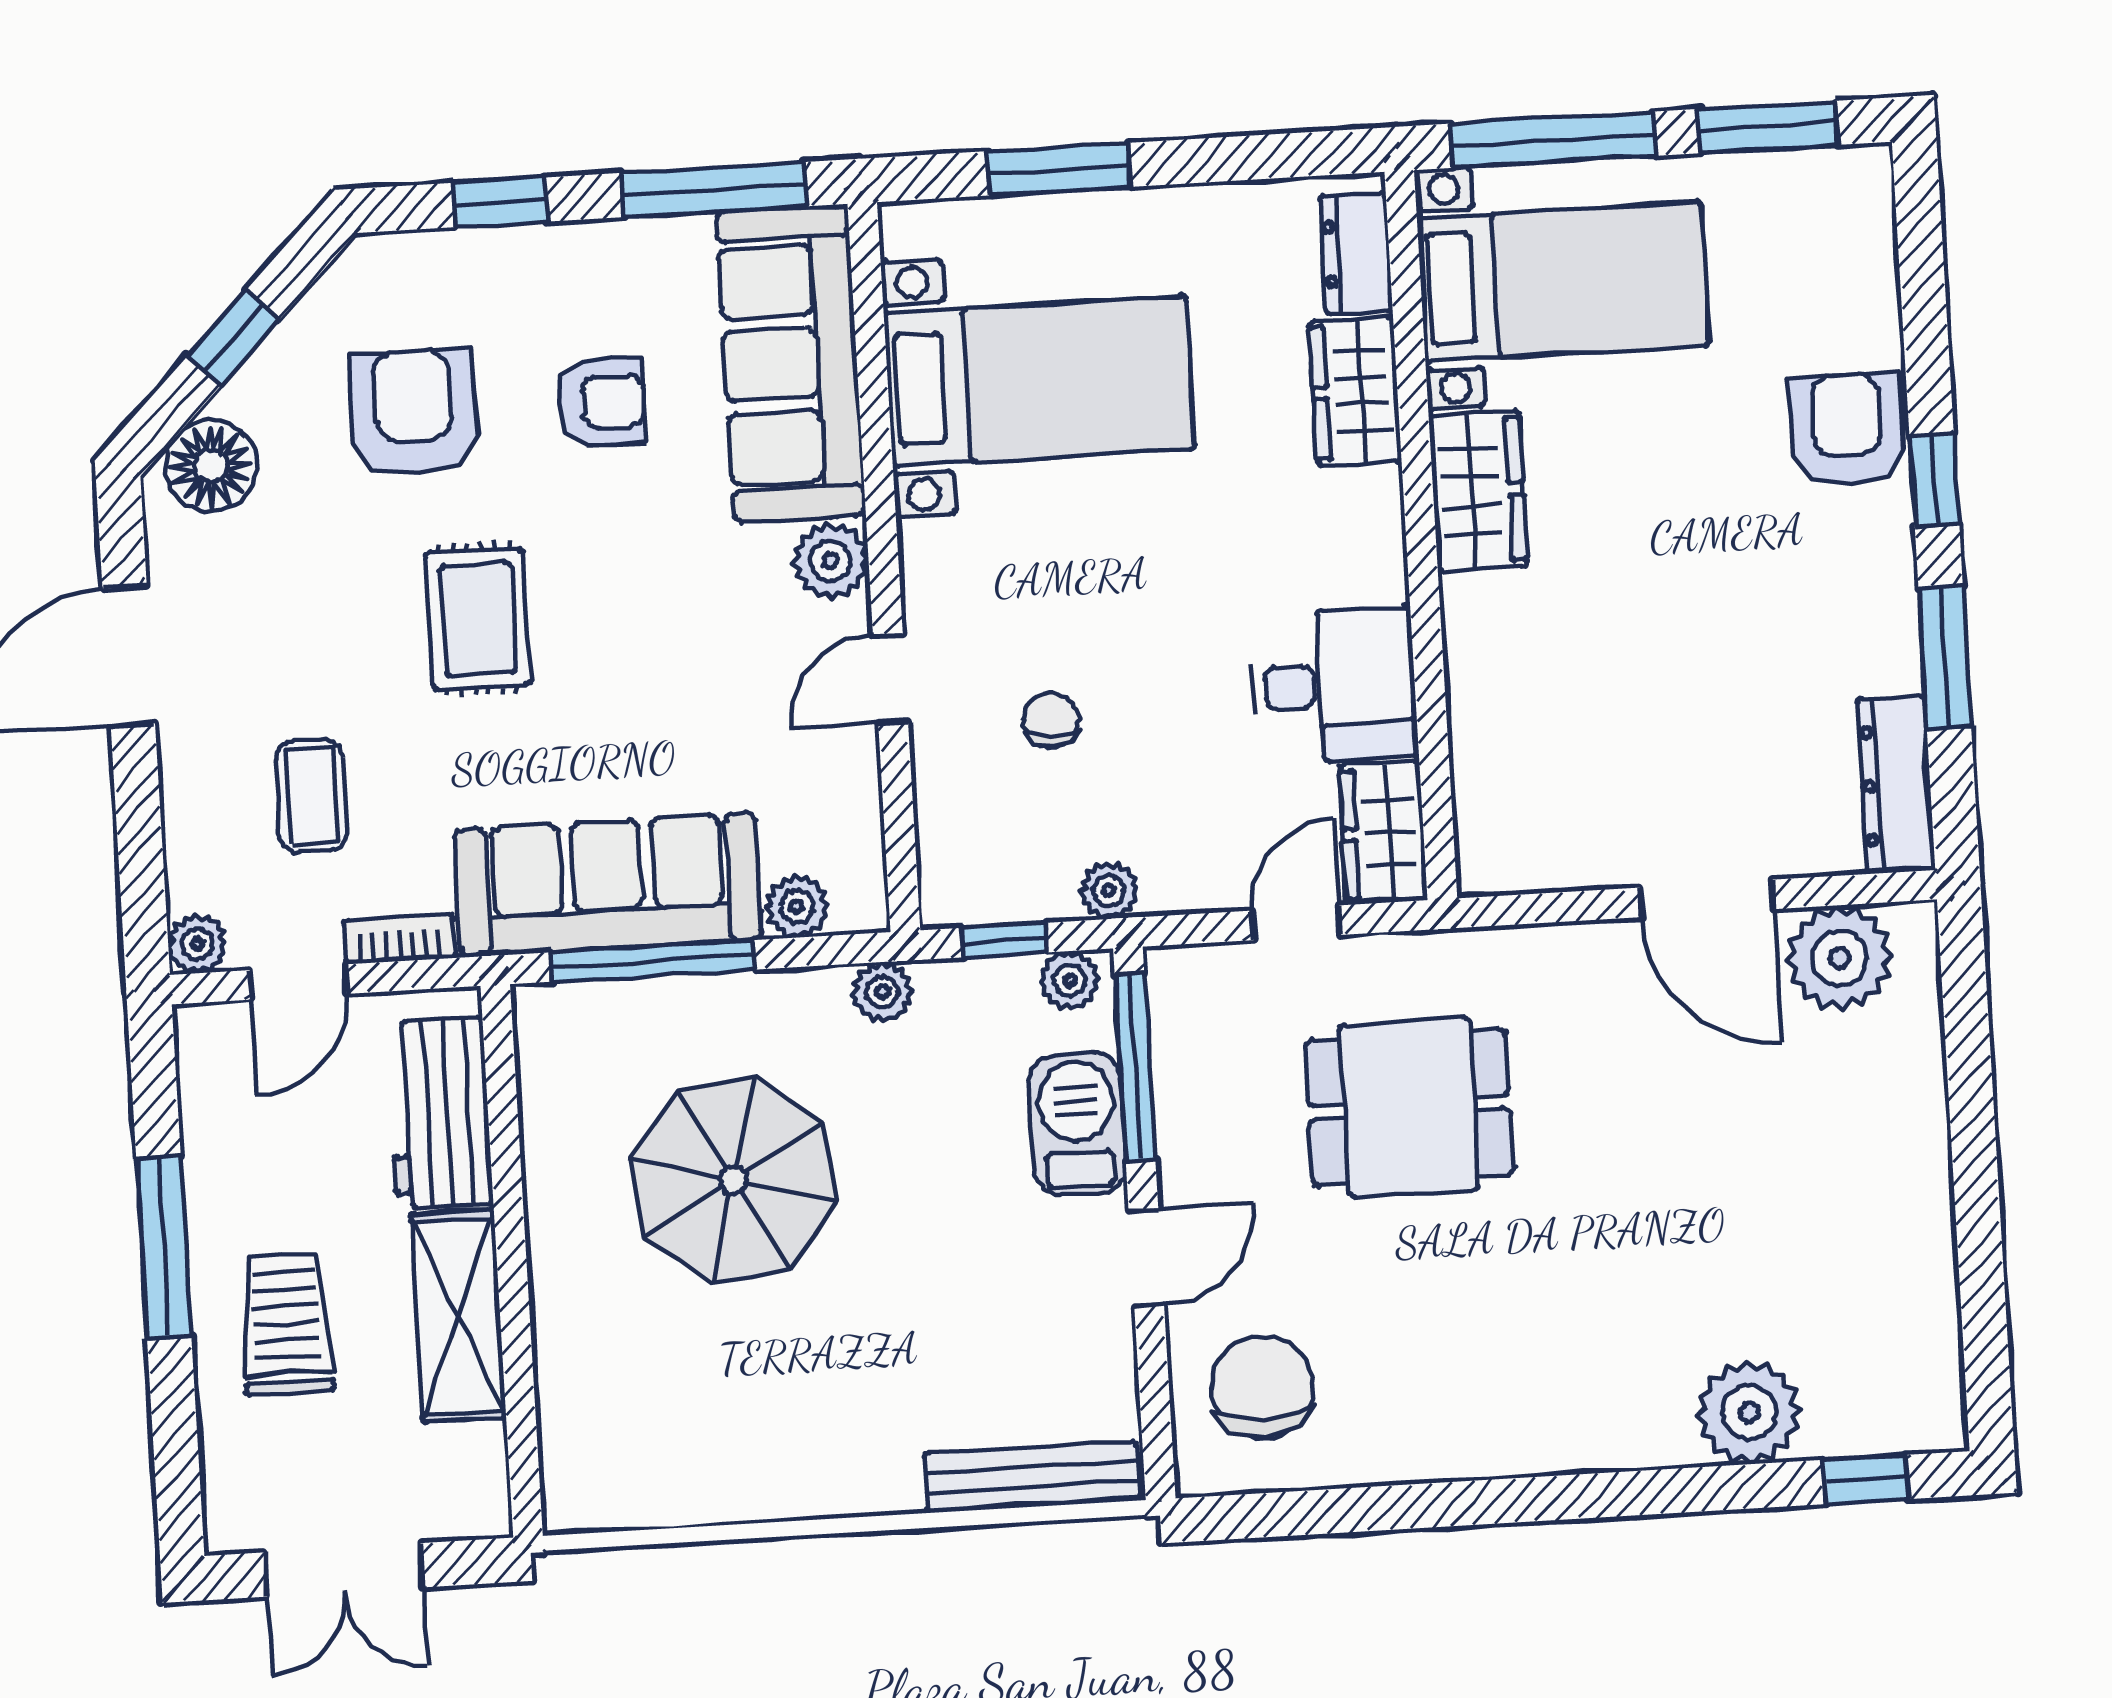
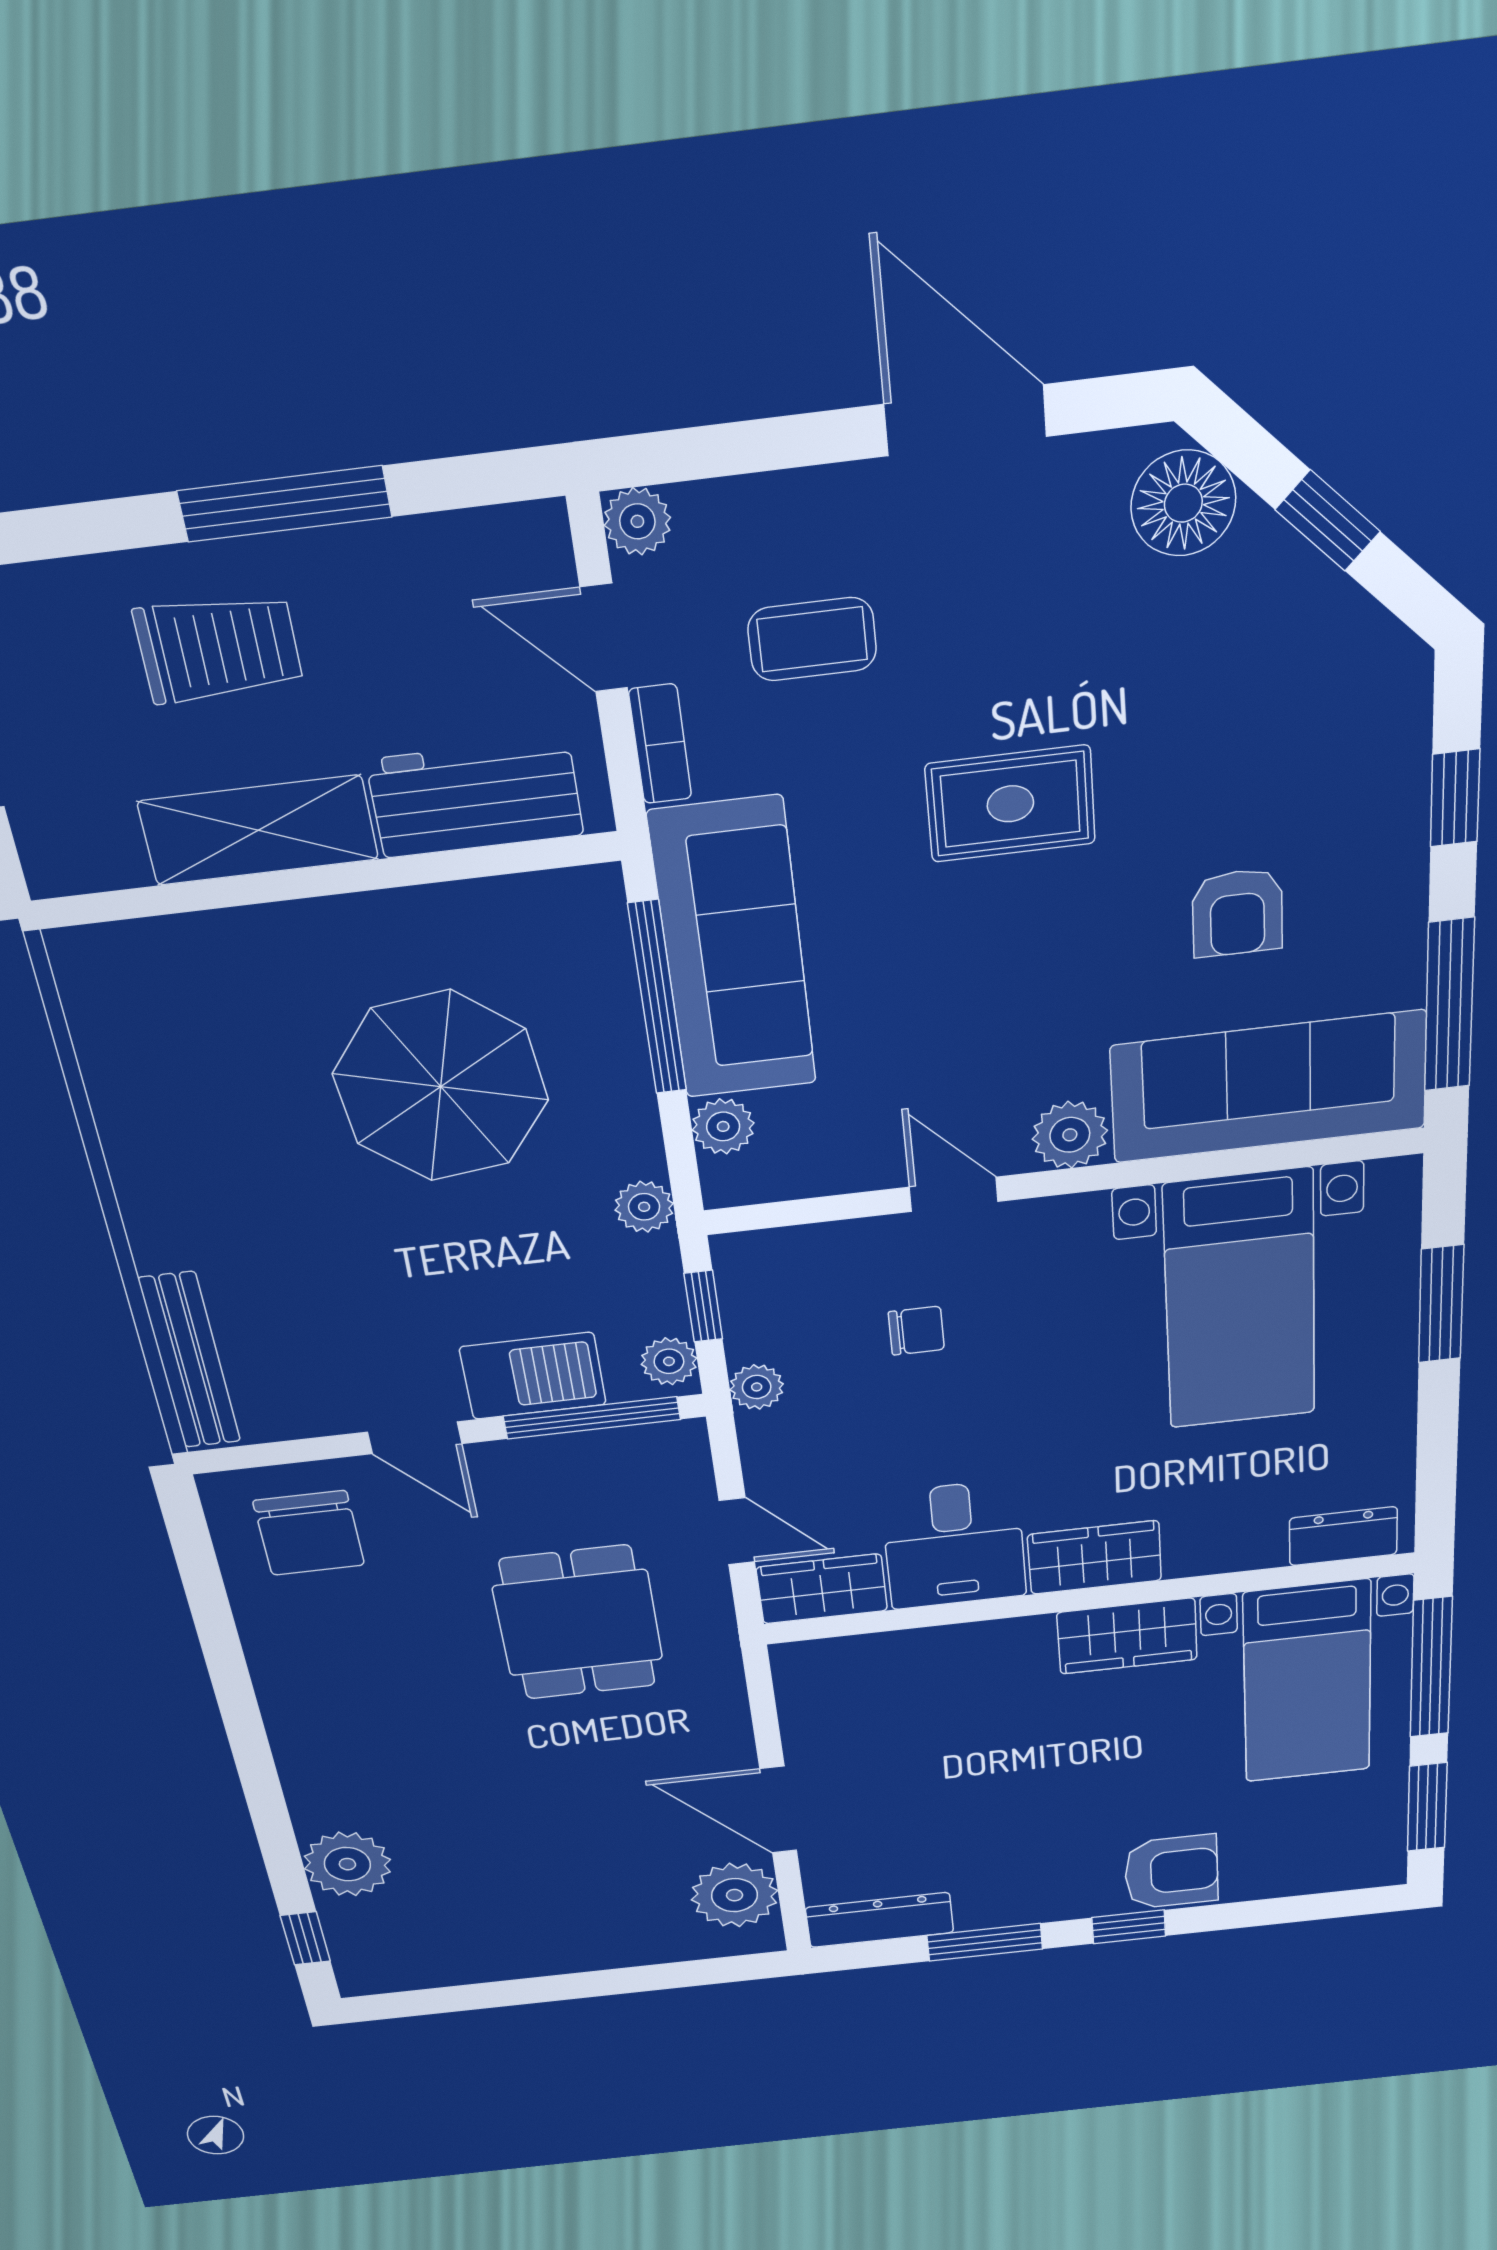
wardrobe: (1355, 391) -> (1095, 1557), moved
armchair: (414, 413) -> (1234, 724), removed
door: (1707, 898) -> (778, 1810), hinge flipped
chair: (1262, 1387) -> (309, 1533), turned 90

